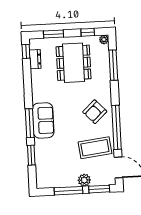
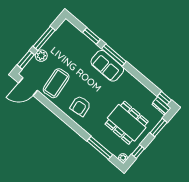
dresser: (35, 59) -> (161, 106), moved
armchair: (95, 112) -> (80, 106), turned -145
window: (116, 127) -> (56, 111), removed

